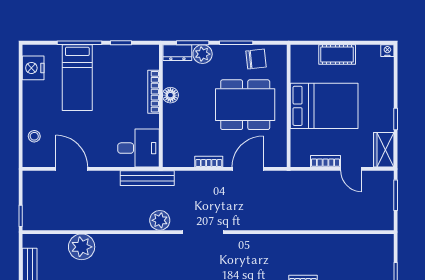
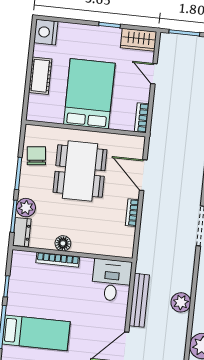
nightstand: (387, 51) -> (46, 32), width x1.89, depth x1.79
bookcase: (326, 161) -> (142, 118), moved
door: (351, 169) -> (154, 74), swing flipped
bench: (147, 178) -> (139, 300), moved
plant: (160, 220) -> (181, 302), moved

